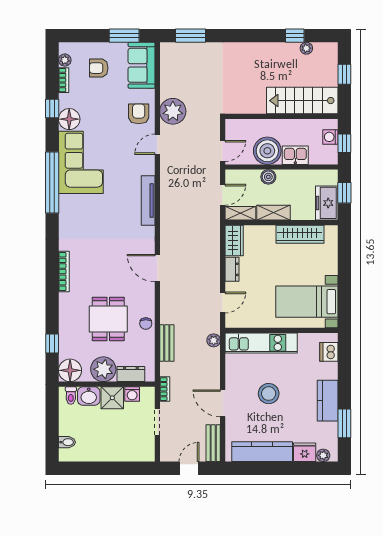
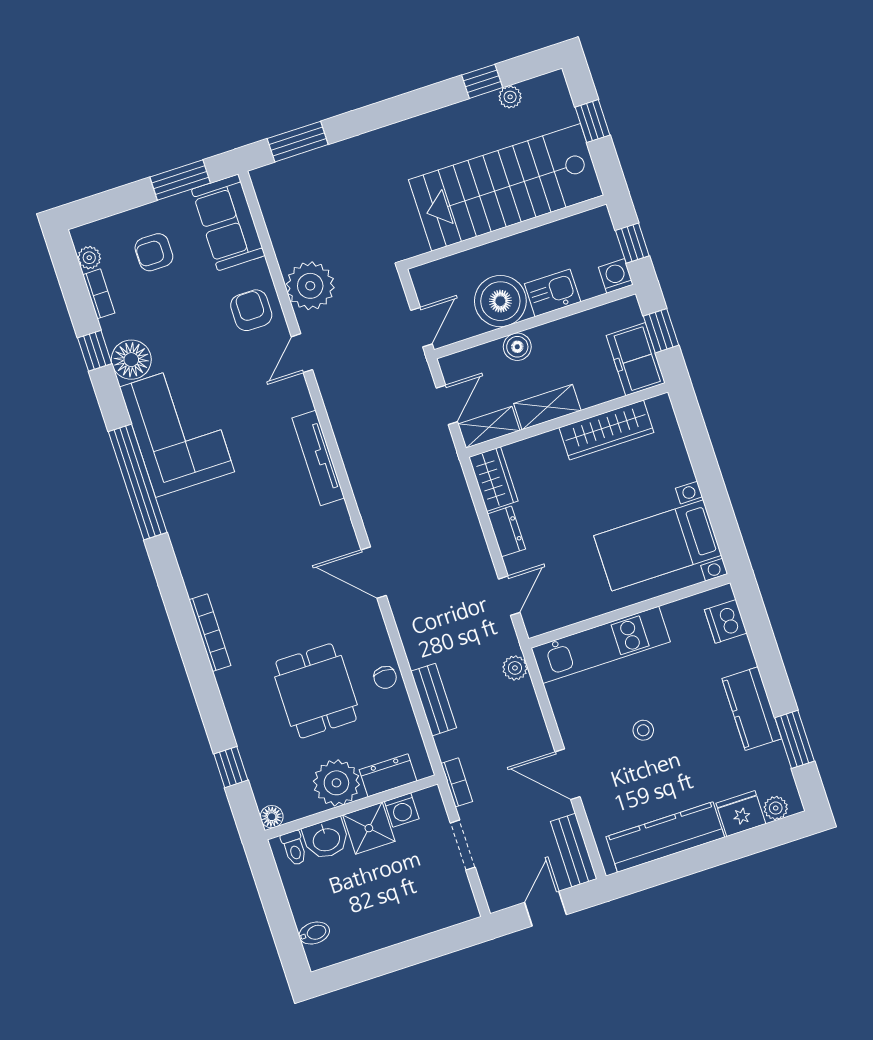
stairs: (302, 101) -> (506, 187), width x1.36, depth x1.51
washing machine: (330, 137) -> (616, 276), moved, turned 90
floor lamp: (70, 370) -> (272, 817), width x0.53, depth x0.53
stool: (269, 394) -> (643, 730), width x0.53, depth x0.53

